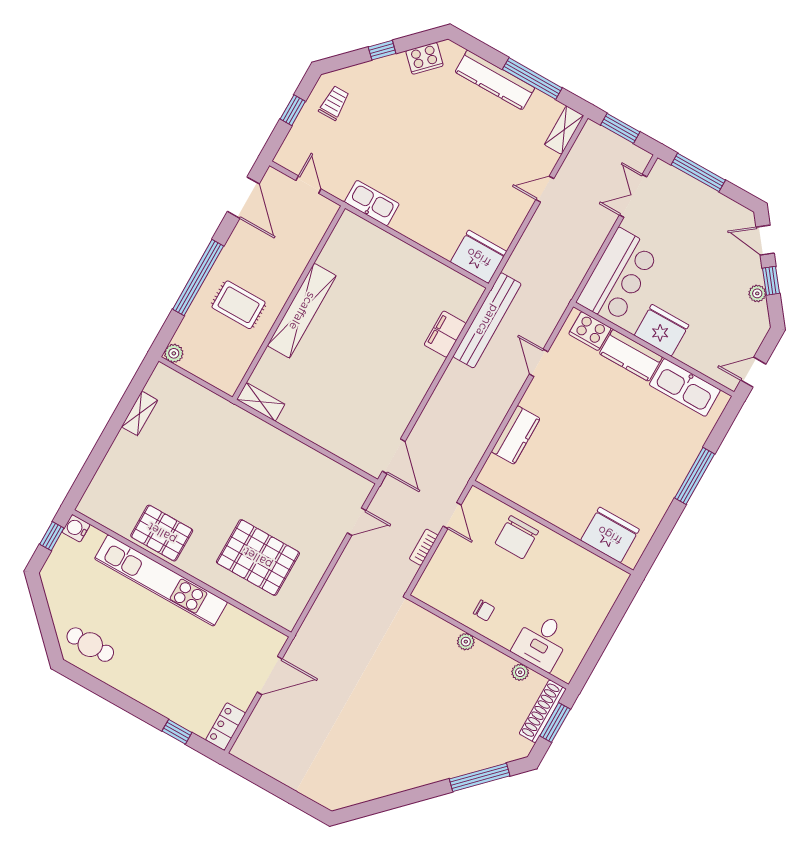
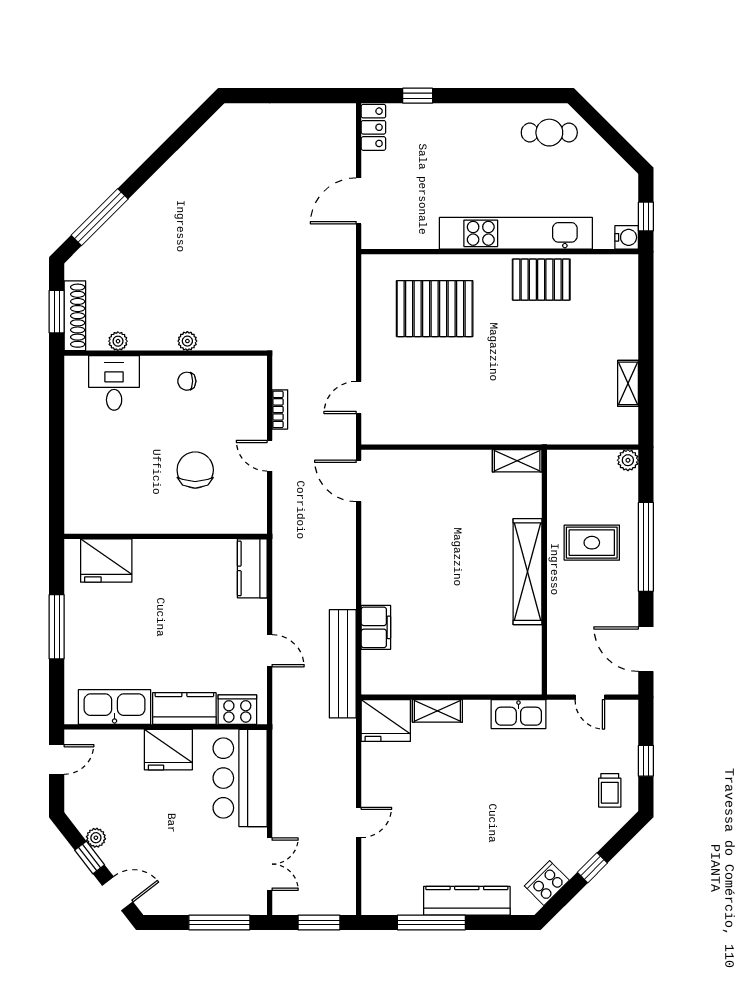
shelving: (564, 130) -> (437, 711), moved, turned 90
wall: (553, 528) -> (166, 536), moved
fridge: (610, 535) -> (106, 560), moved

